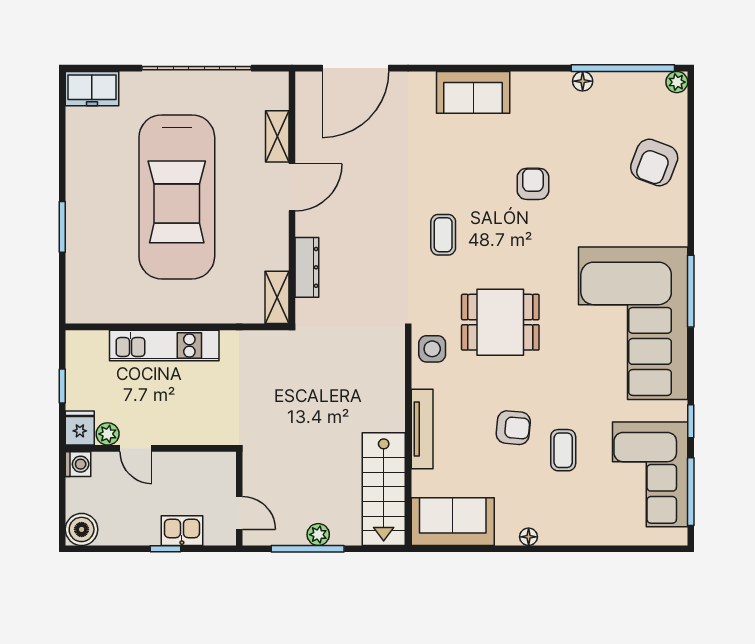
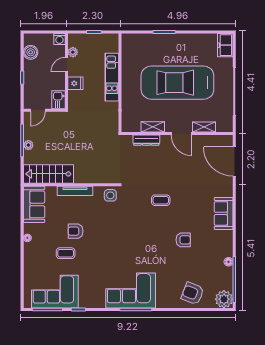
plant: (677, 82) -> (224, 299), width x1.88, depth x1.88
shelving: (277, 297) -> (153, 127), moved
dining table: (500, 322) -> (122, 225), removed
corner sofa: (633, 323) -> (131, 290), width x0.73, depth x0.74
fridge: (80, 428) -> (75, 83), moved
armchair: (513, 428) -> (76, 231), turned 85
boiler: (82, 529) -> (31, 52), moved
kitchen sink: (182, 531) -> (58, 100), moved, turned 180

